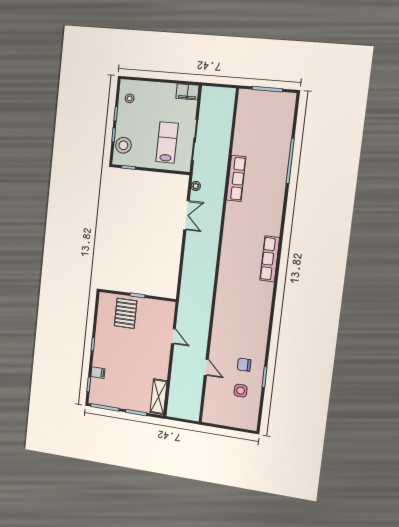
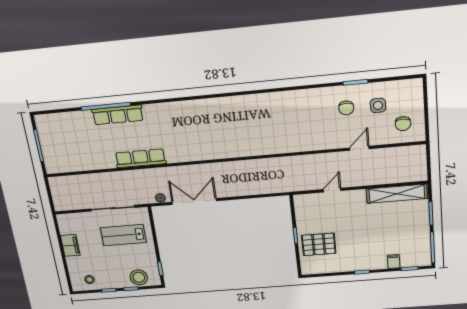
filing cabinet: (187, 92) -> (70, 245), moved
double door: (186, 215) -> (194, 201), width x1.37
row of seats: (270, 259) -> (118, 115), moved
shelving: (159, 397) -> (397, 194), width x1.47
chair: (220, 407) -> (403, 124), added

